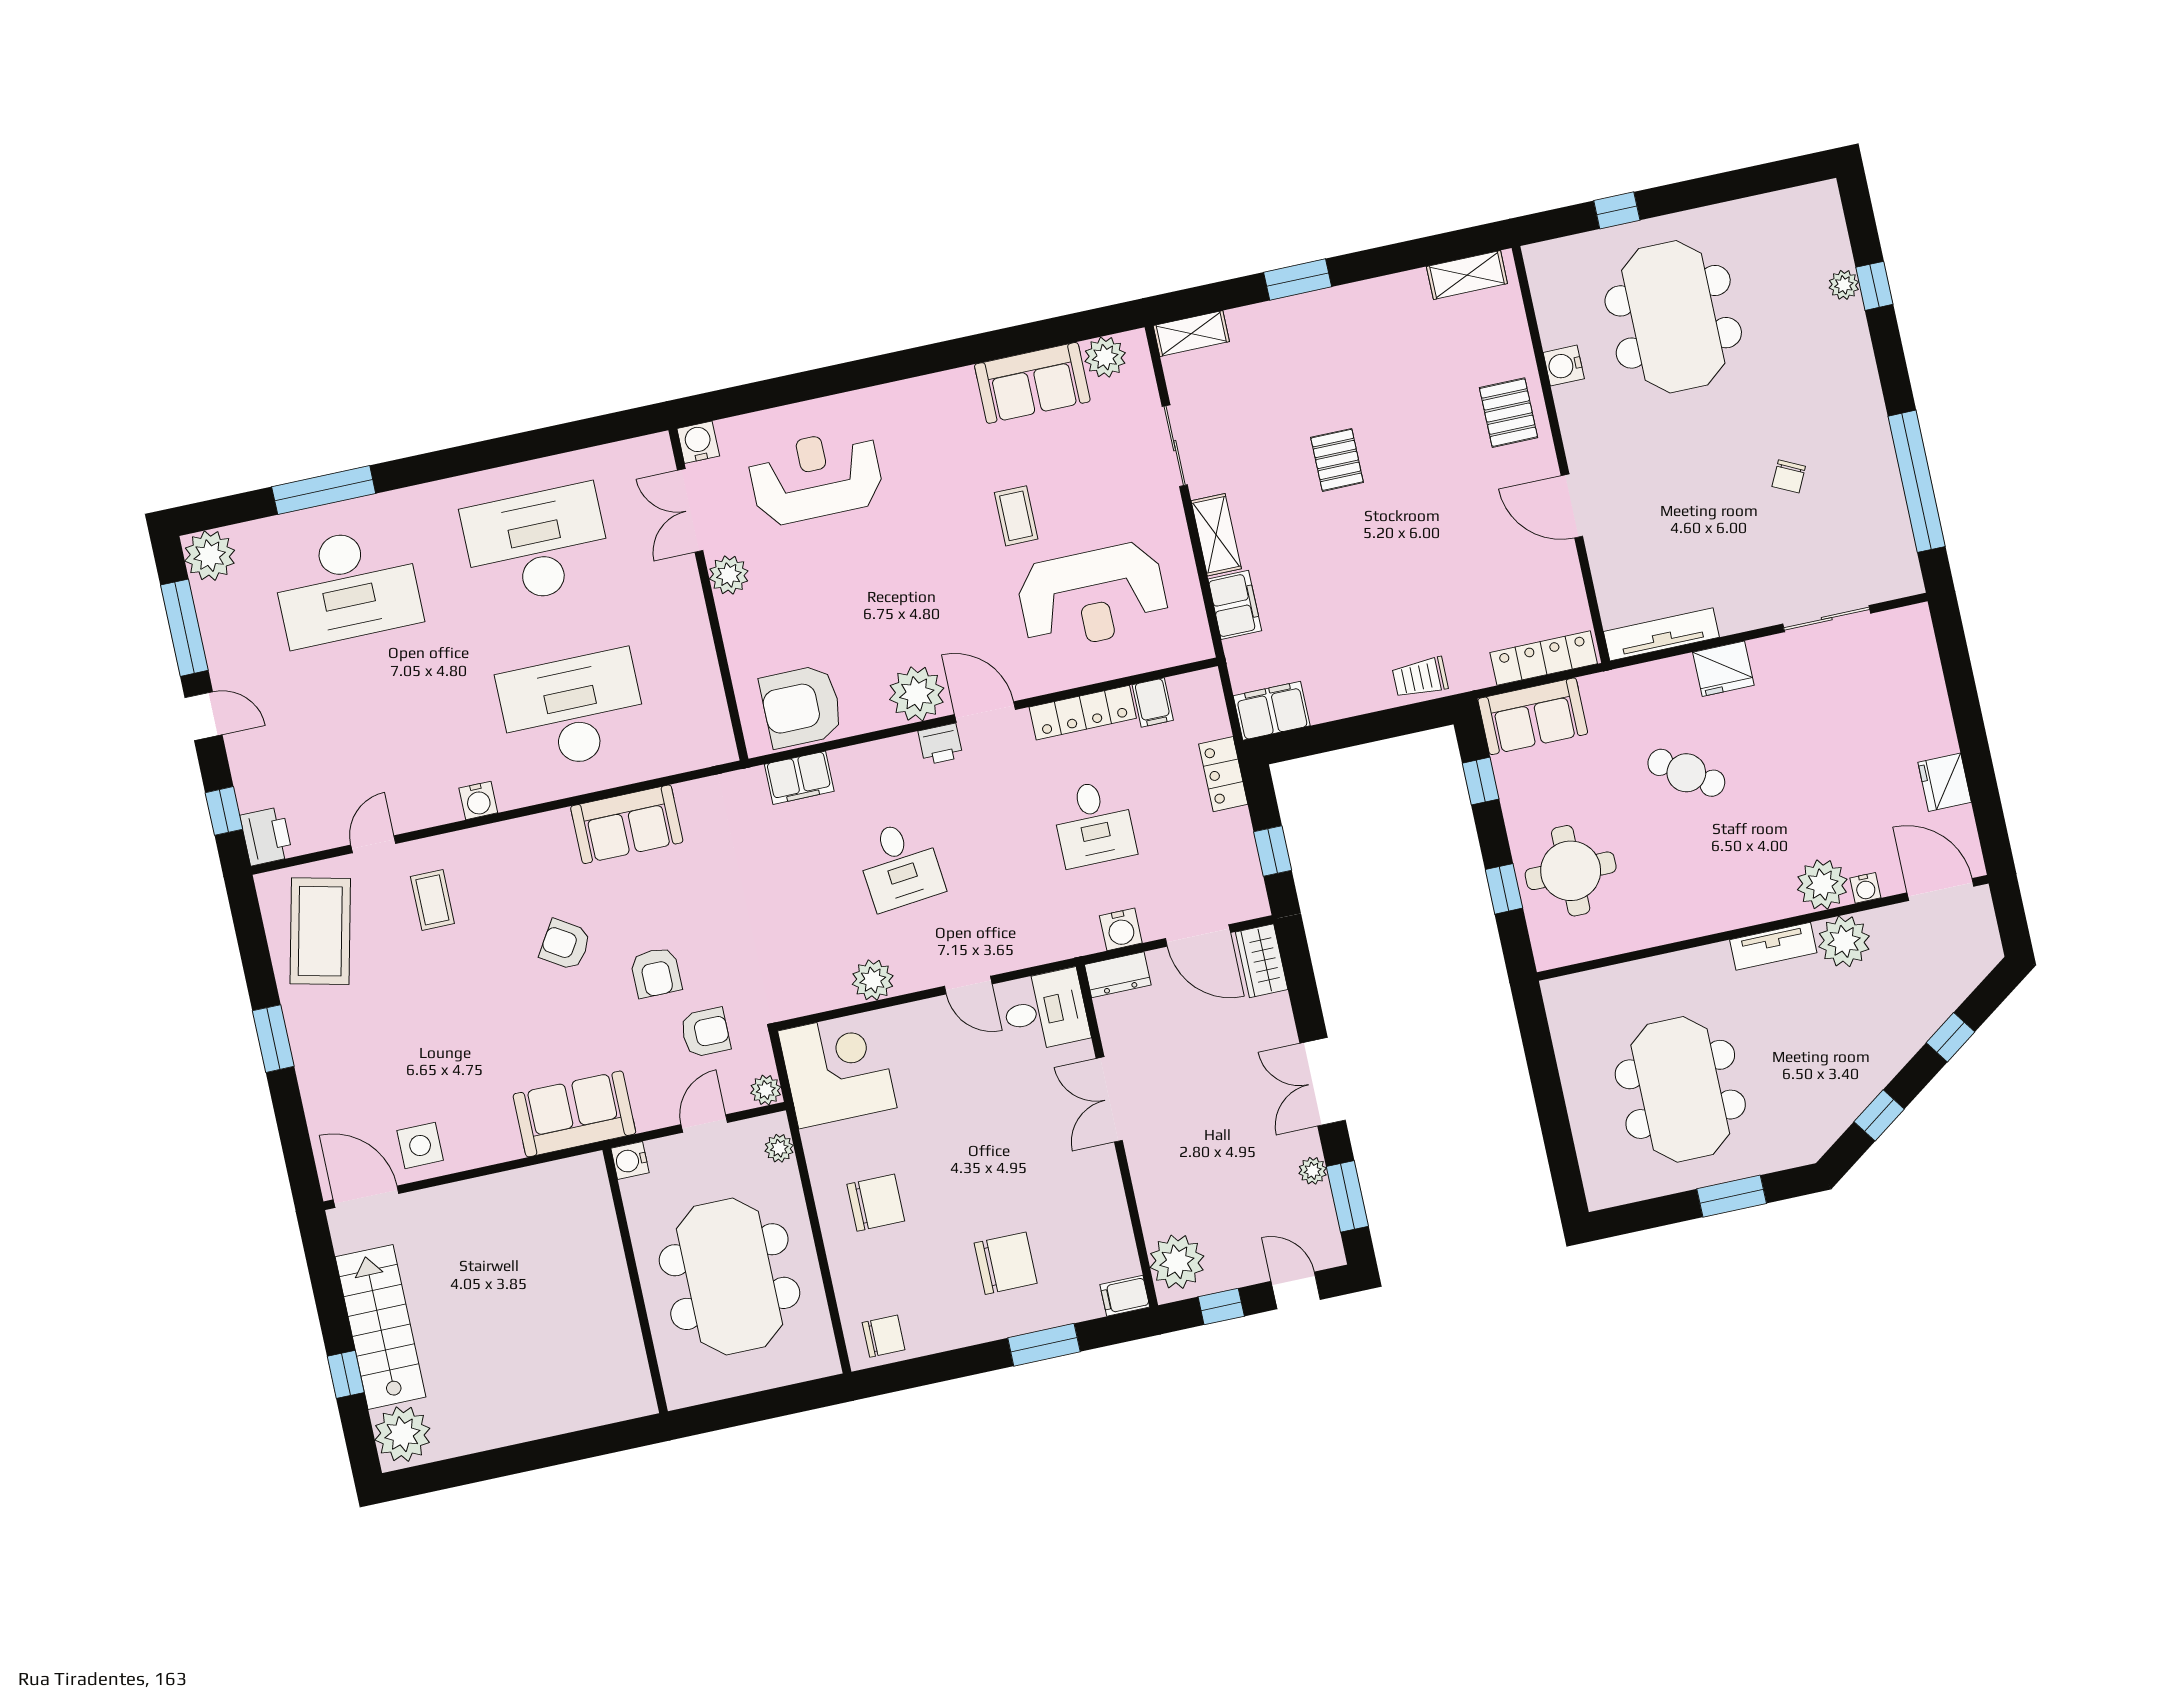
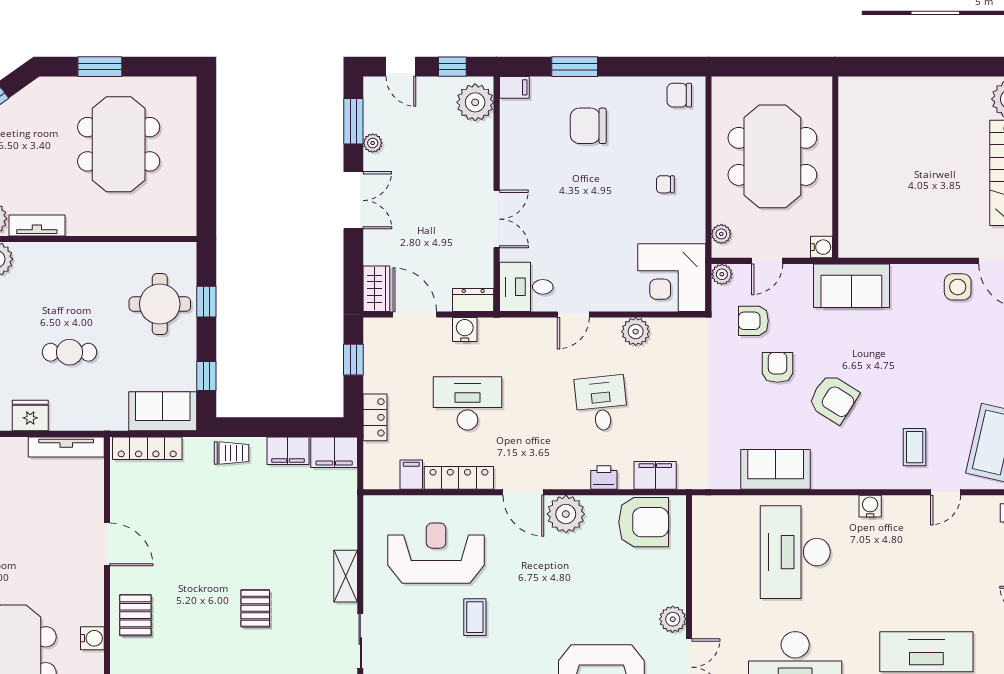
filing cabinet: (1235, 605) -> (288, 451), moved, turned -90
desk: (572, 711) -> (795, 552), turned 90
printer: (940, 744) -> (604, 477), moved
cafe table: (1686, 773) -> (69, 352), turned -34
desk: (1094, 823) -> (467, 403), width x1.37
armchair: (565, 945) -> (833, 399), width x1.38, depth x1.38
door: (968, 985) -> (573, 314), swing flipped
chair: (876, 1203) -> (665, 184), width x0.54, depth x0.54

